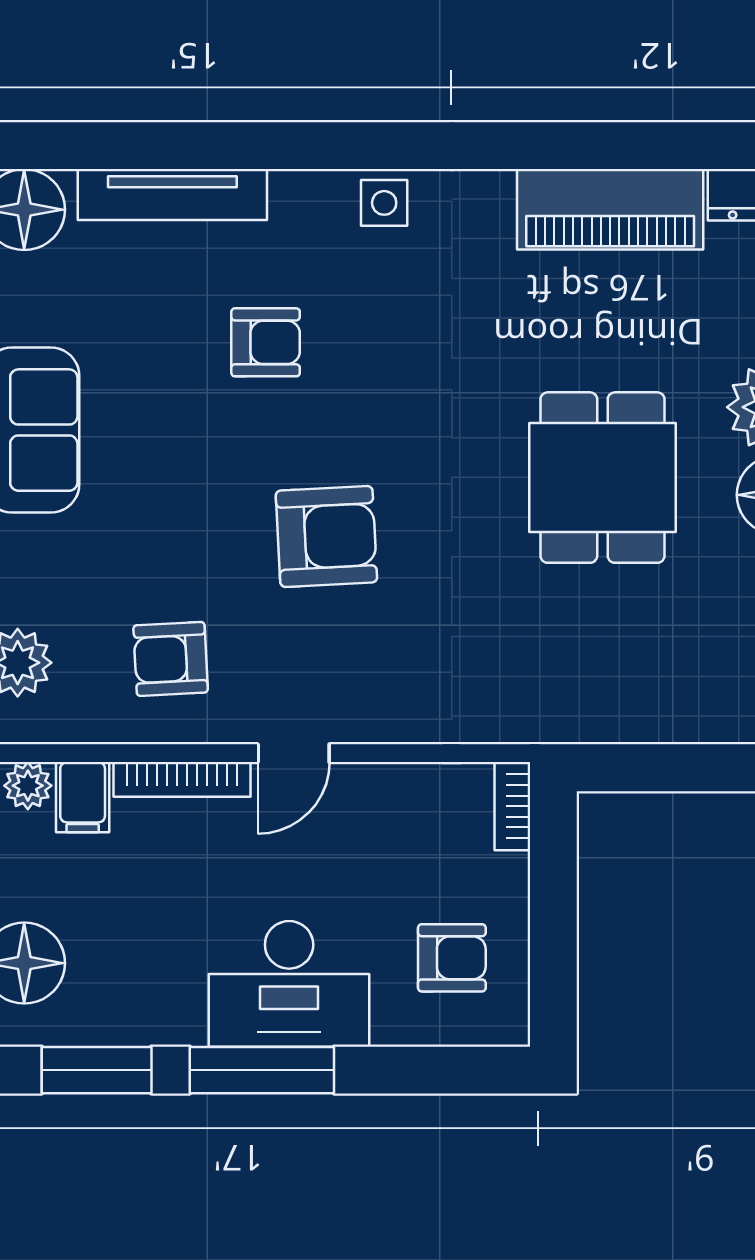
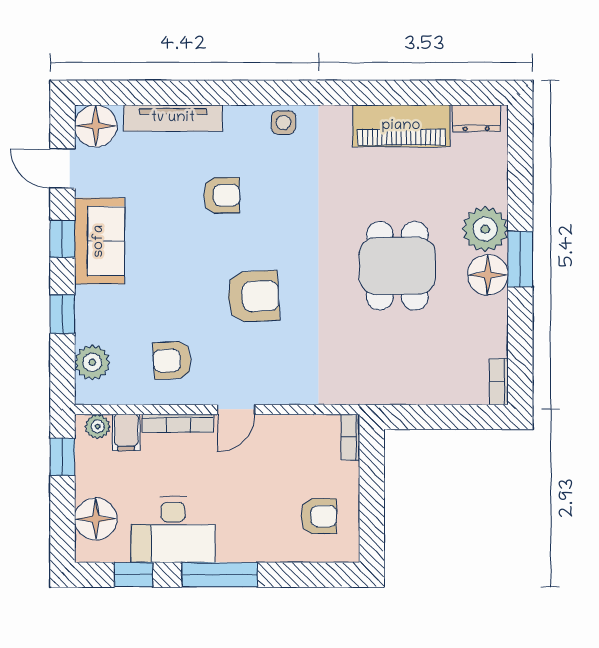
desk: (289, 984) -> (173, 530), moved
window: (97, 1070) -> (133, 575), width x0.67

